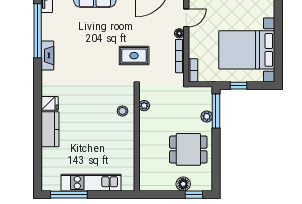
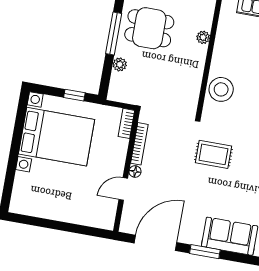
rug: (134, 56) -> (213, 154), moved
plant: (144, 106) -> (203, 37), moved
stool: (122, 111) -> (221, 89), width x1.89, depth x1.89
window: (216, 111) -> (114, 34), moved

